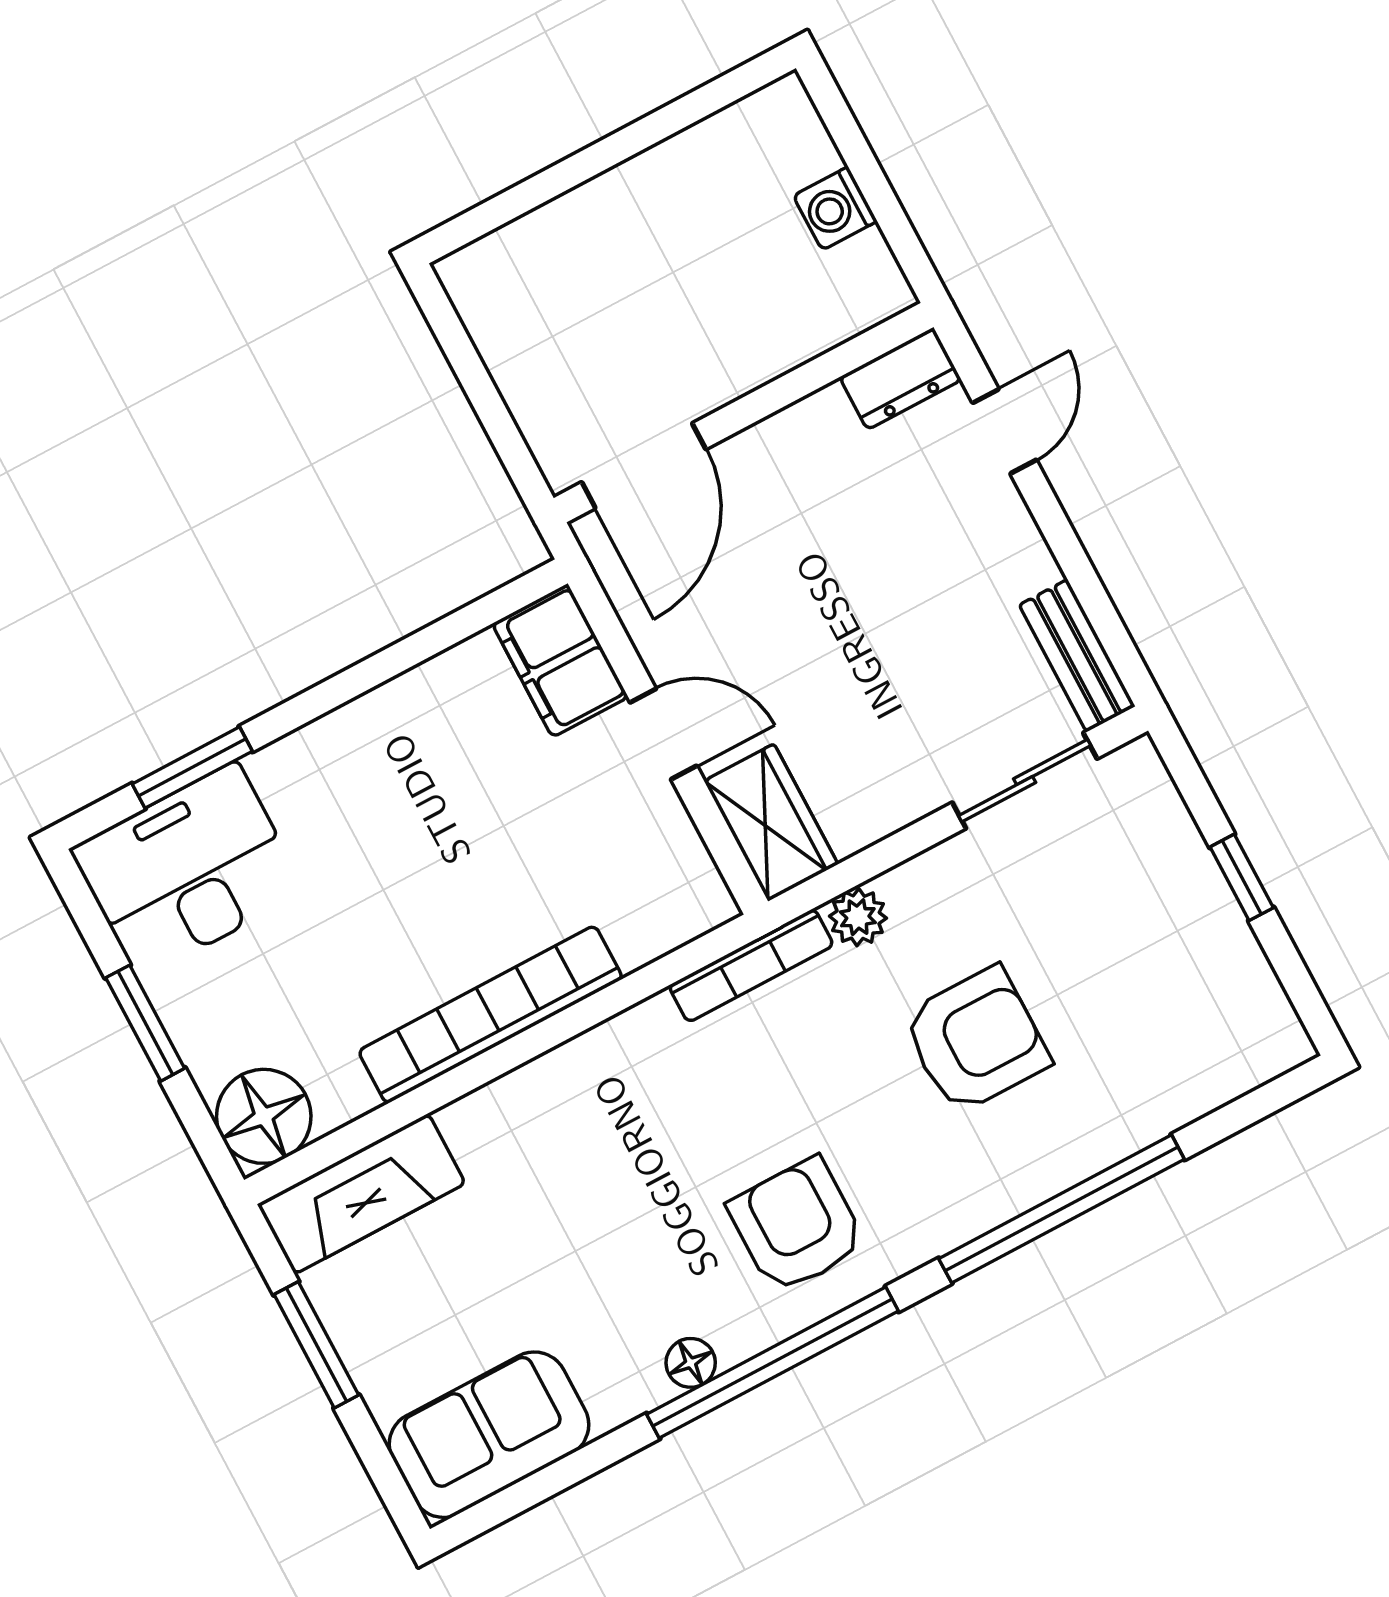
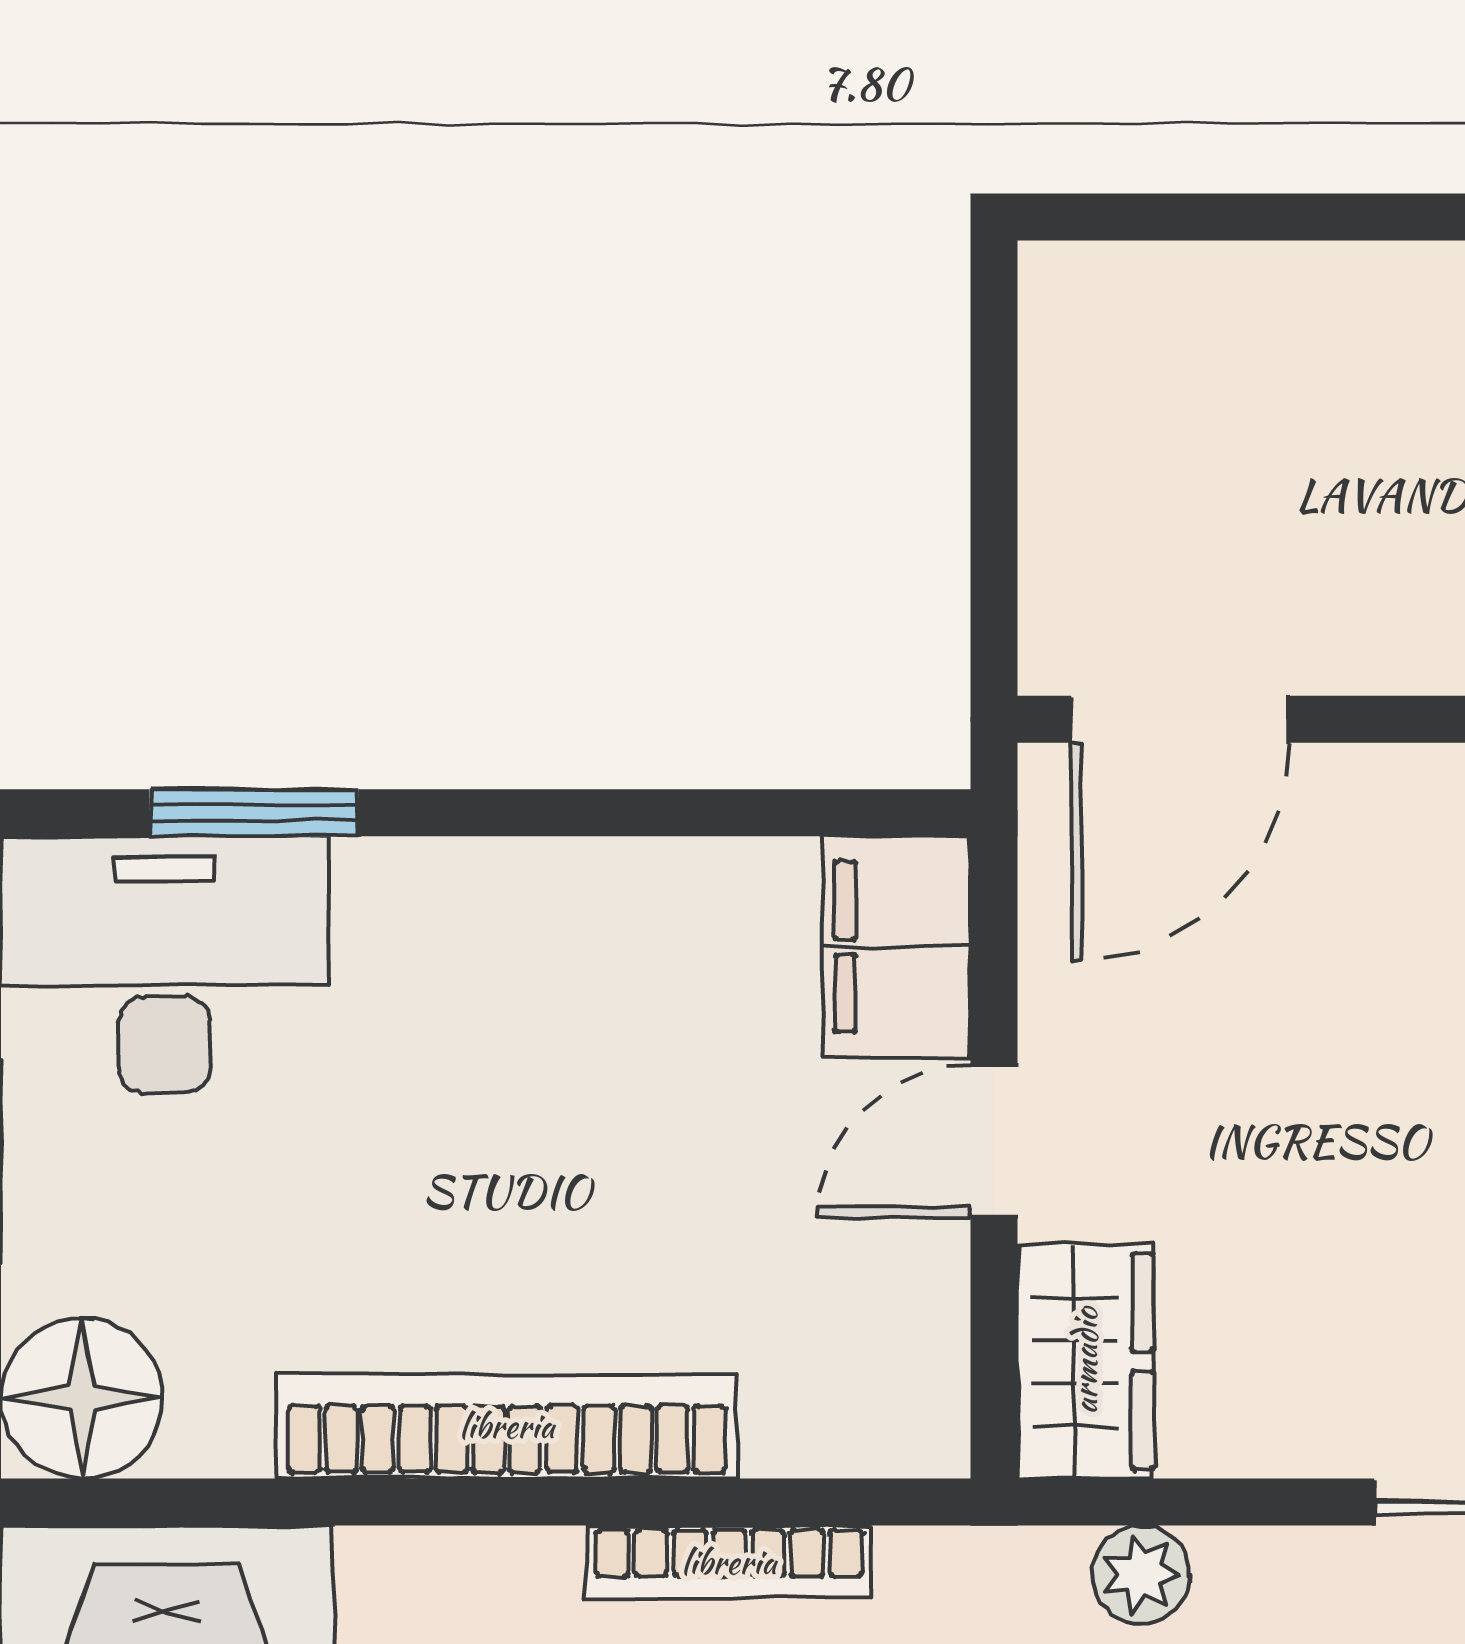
door: (663, 734) -> (994, 1141), swing flipped
bookcase: (751, 966) -> (729, 1562), moved

